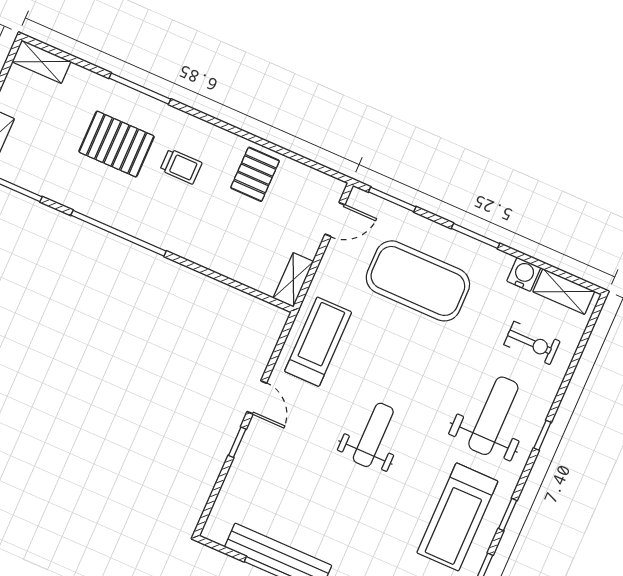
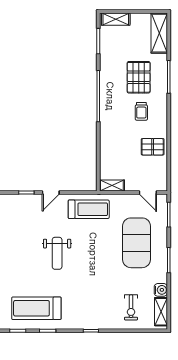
shelving: (42, 62) -> (159, 33), width x1.50, depth x1.33
weight bench: (493, 416) -> (90, 304), removed
weight bench: (373, 435) -> (57, 253), turned 90

